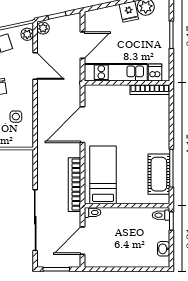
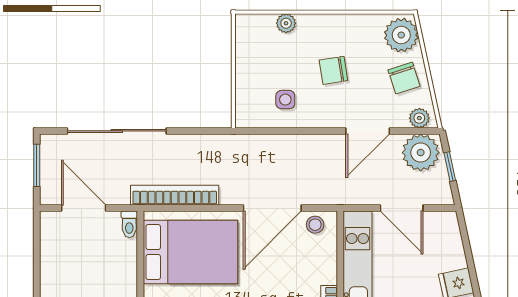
plant: (43, 28) -> (421, 153), width x1.88, depth x1.88
stool: (93, 98) -> (315, 225), added
door: (83, 125) -> (272, 208), swing flipped
bed: (103, 175) -> (190, 252), width x1.50

